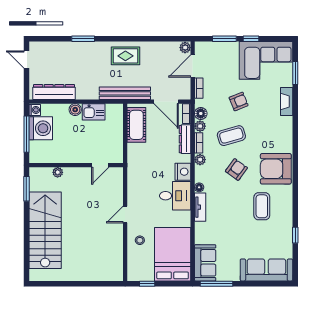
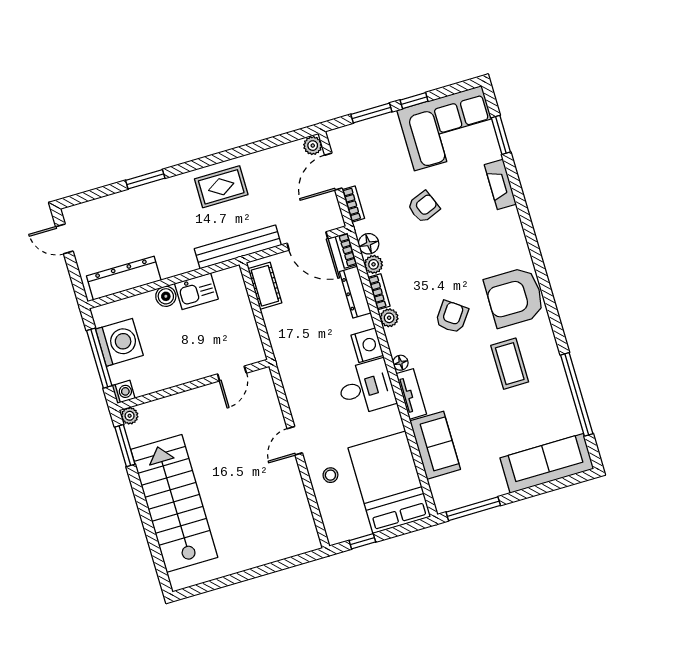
washing machine: (35, 110) -> (124, 392), moved
cot: (136, 125) -> (265, 286), width x0.73, depth x0.75
coffee table: (231, 136) -> (428, 265), removed
plant: (58, 172) -> (130, 416), moved
window: (295, 235) -> (577, 394), width x3.17
sofa: (205, 263) -> (435, 445), moved

